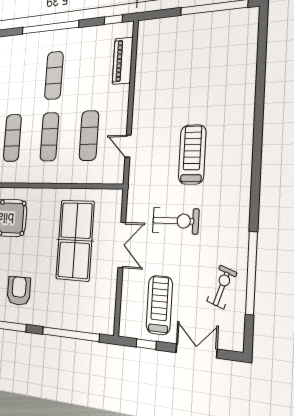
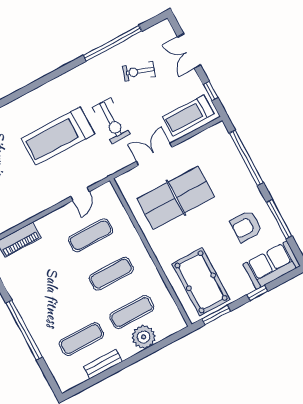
exercise mat: (54, 75) -> (81, 339), moved
treadmill: (192, 154) -> (58, 136), width x1.37, depth x1.38
exercise bike: (176, 221) -> (111, 121), turned 180
exercise bike: (222, 287) -> (139, 71), moved
treadmill: (159, 305) -> (188, 116), moved

